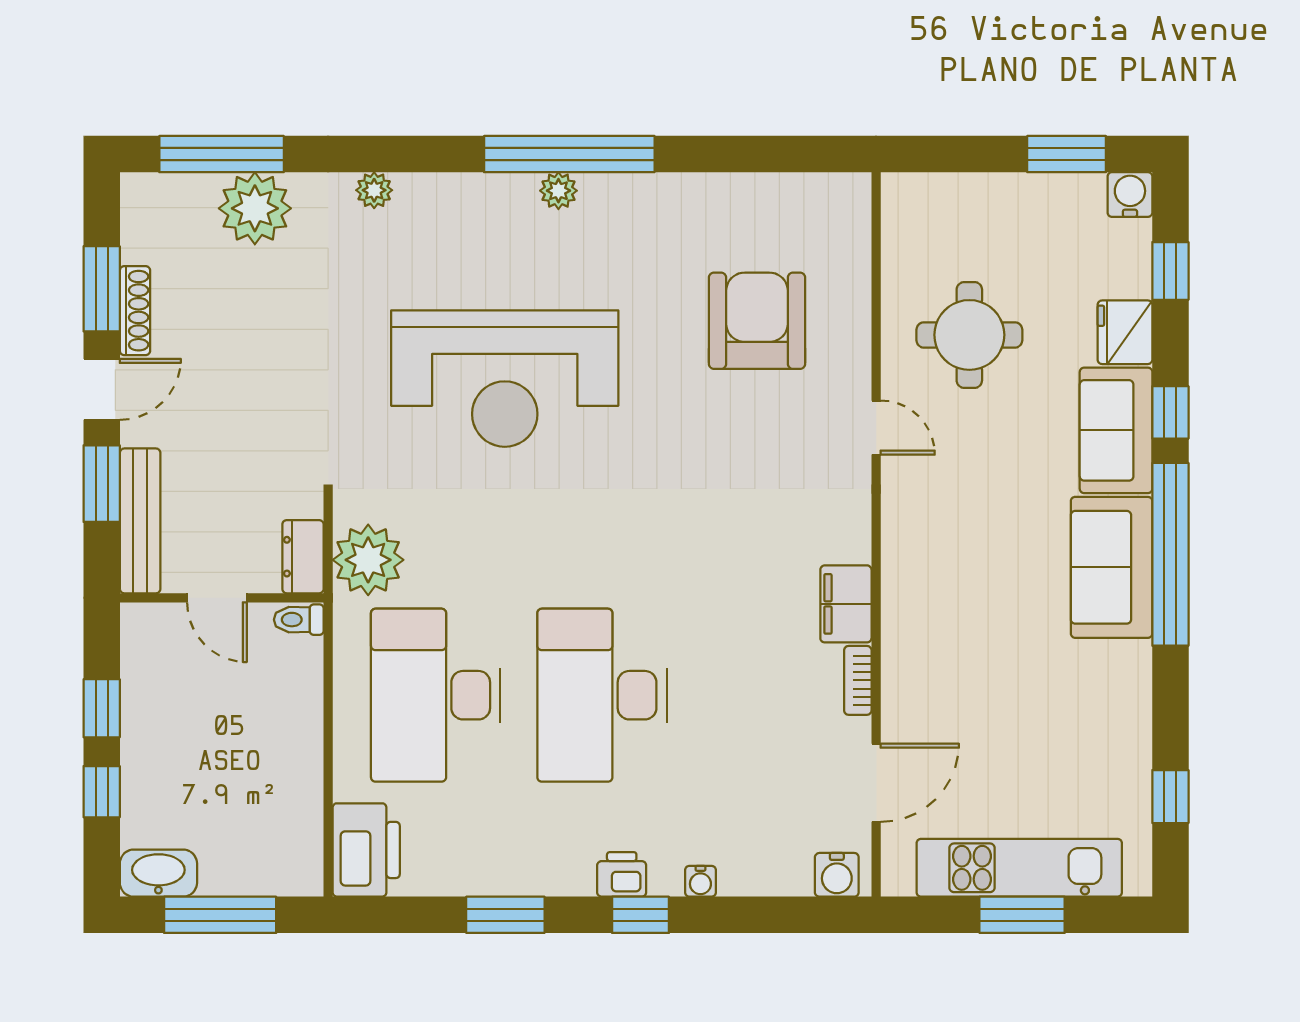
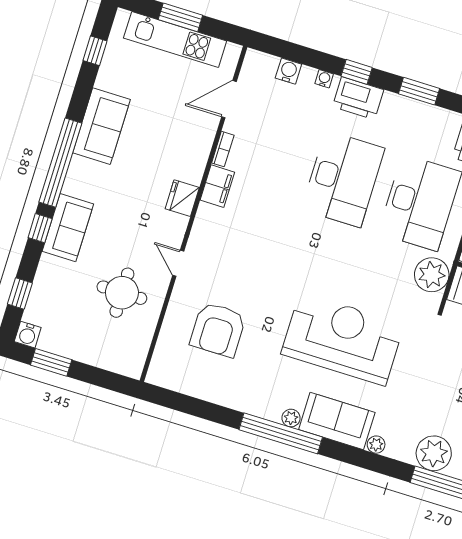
sofa: (466, 213) -> (337, 421), added
fridge: (1125, 332) -> (182, 198), moved, turned 180
sofa: (1112, 567) -> (101, 126), moved
printer: (622, 874) -> (358, 98), width x1.87, depth x1.48
water cooler: (837, 875) -> (288, 71), moved

